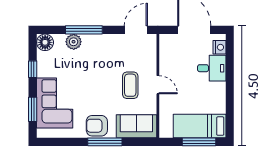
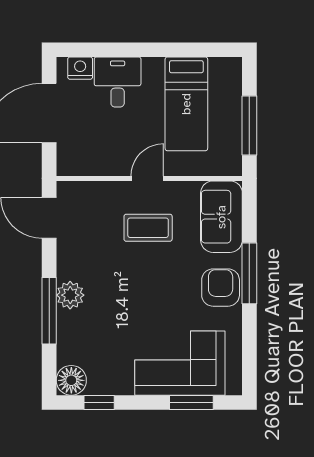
plant: (74, 42) -> (70, 295), moved
window: (33, 69) -> (99, 402), moved
armchair: (97, 126) -> (221, 288), turned 180
bed: (200, 126) -> (186, 104), moved
window: (199, 142) -> (249, 126), moved

